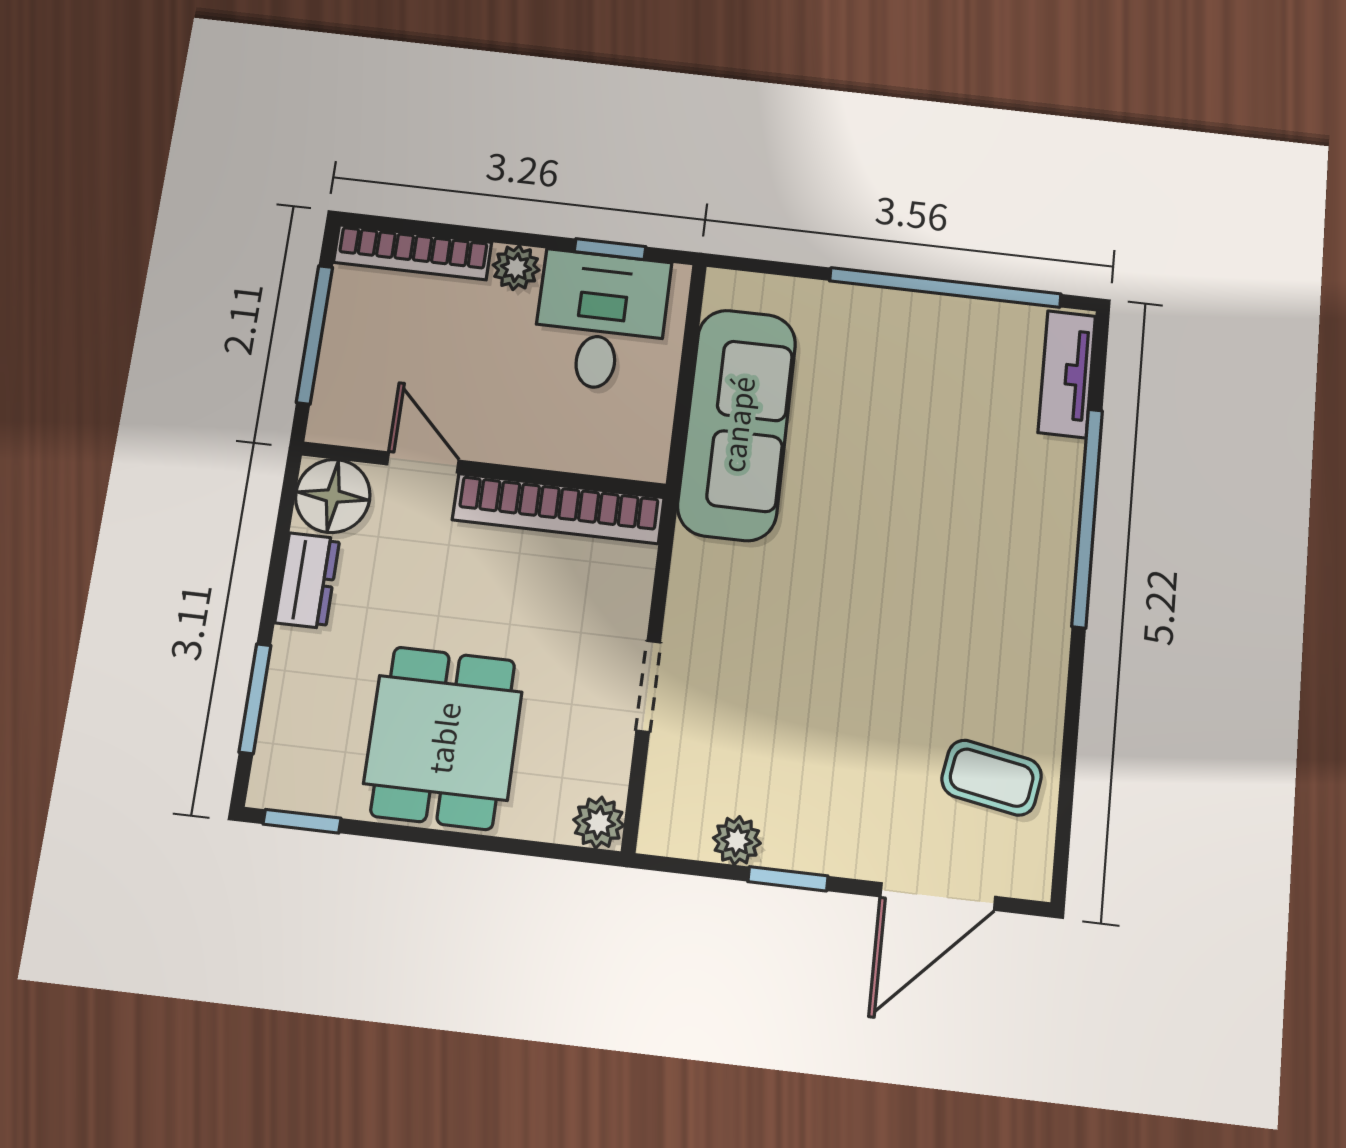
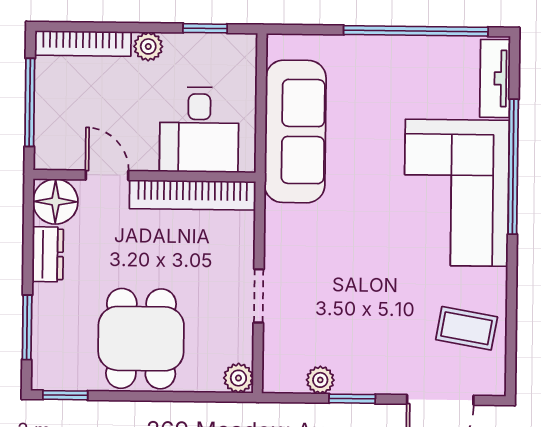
desk: (601, 321) -> (199, 130), moved, turned 180
corner sofa: (991, 550) -> (456, 193), added

